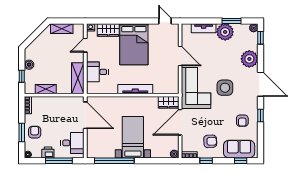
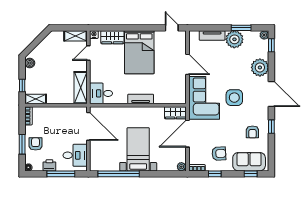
shelving: (62, 29) -> (75, 36), moved
boiler: (29, 65) -> (30, 63), moved
desk: (97, 72) -> (101, 93), moved
shelving: (46, 89) -> (36, 99), moved
tv unit: (135, 89) -> (141, 99), width x0.71

